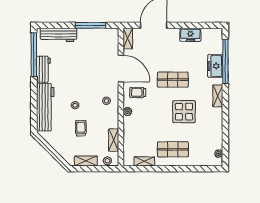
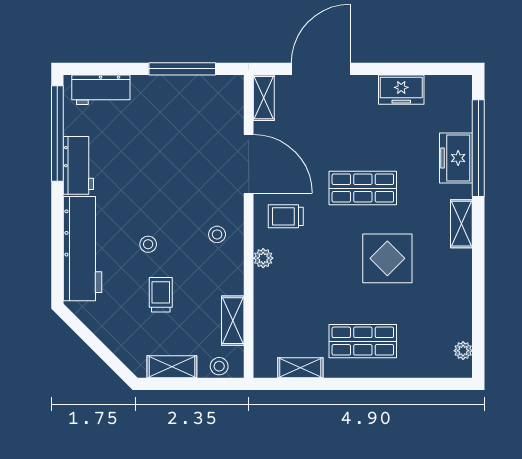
workbench: (59, 35) -> (101, 90), width x0.73

